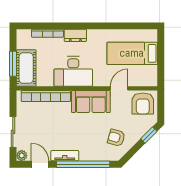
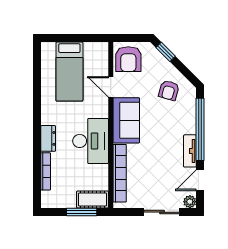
cot: (26, 68) -> (93, 199), width x0.73, depth x0.75
armchair: (143, 103) -> (128, 59), turned 90

